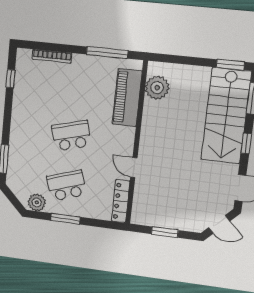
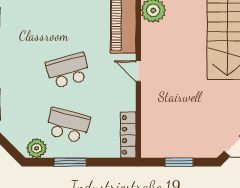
door: (134, 168) -> (138, 71), moved
school desk: (67, 186) -> (68, 125), turned 33

